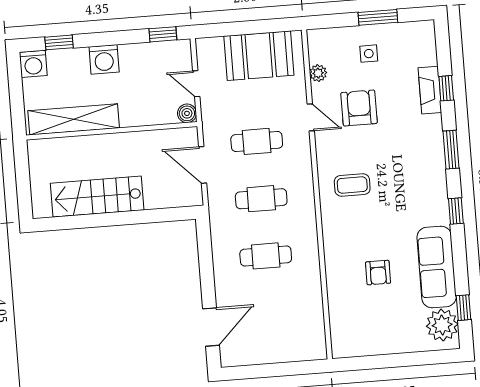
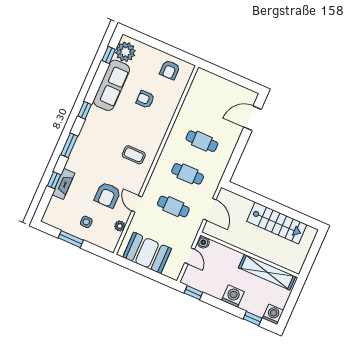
armchair: (378, 273) -> (145, 99), turned -90
armchair: (365, 333) -> (170, 70), added

